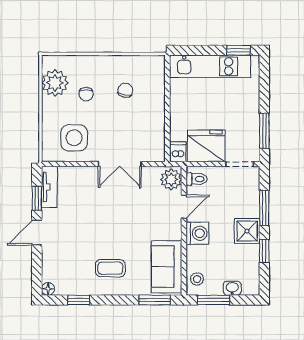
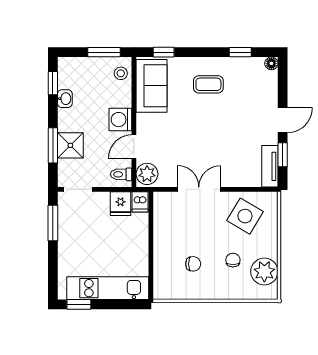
chair: (125, 90) -> (193, 264), turned -102
side table: (74, 138) -> (245, 216), turned 31
fridge: (206, 146) -> (120, 204), width x0.53, depth x0.75
shower: (247, 231) -> (70, 145), moved
window: (264, 251) -> (53, 83), moved
washbasin: (232, 288) -> (65, 99), moved, turned -90
window: (155, 300) -> (164, 52), width x0.67

